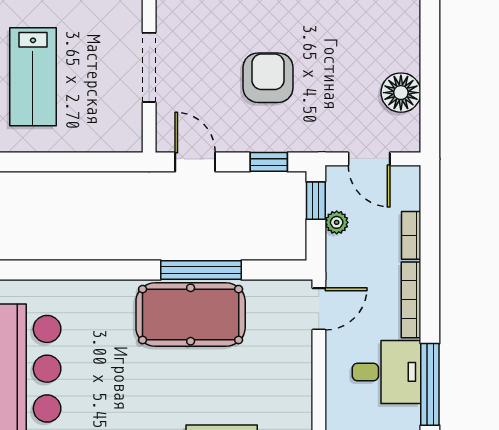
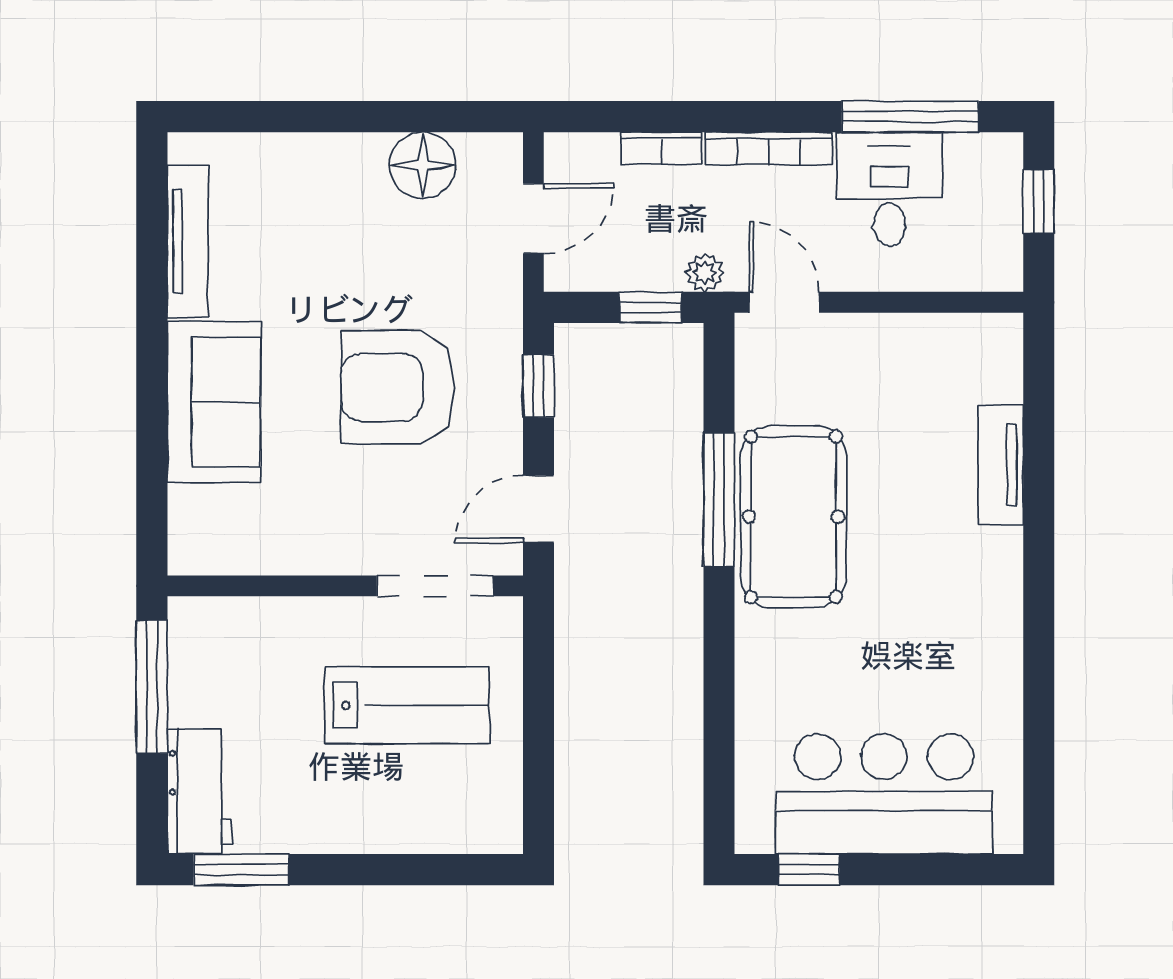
doorway: (149, 67) -> (435, 586), moved
lab bench: (33, 77) -> (407, 705), moved
armchair: (268, 78) -> (398, 387), width x1.36, depth x1.36
window: (316, 201) -> (650, 307), moved
plant: (337, 222) -> (705, 273), moved

